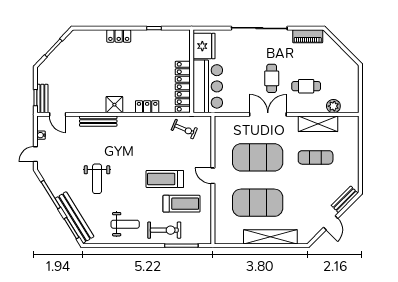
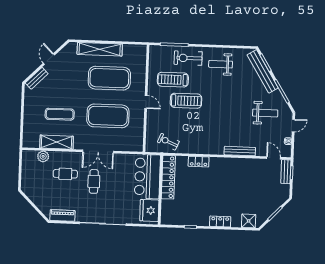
shower: (114, 105) -> (249, 221), moved
weight bench: (97, 179) -> (265, 113), moved, turned 90

